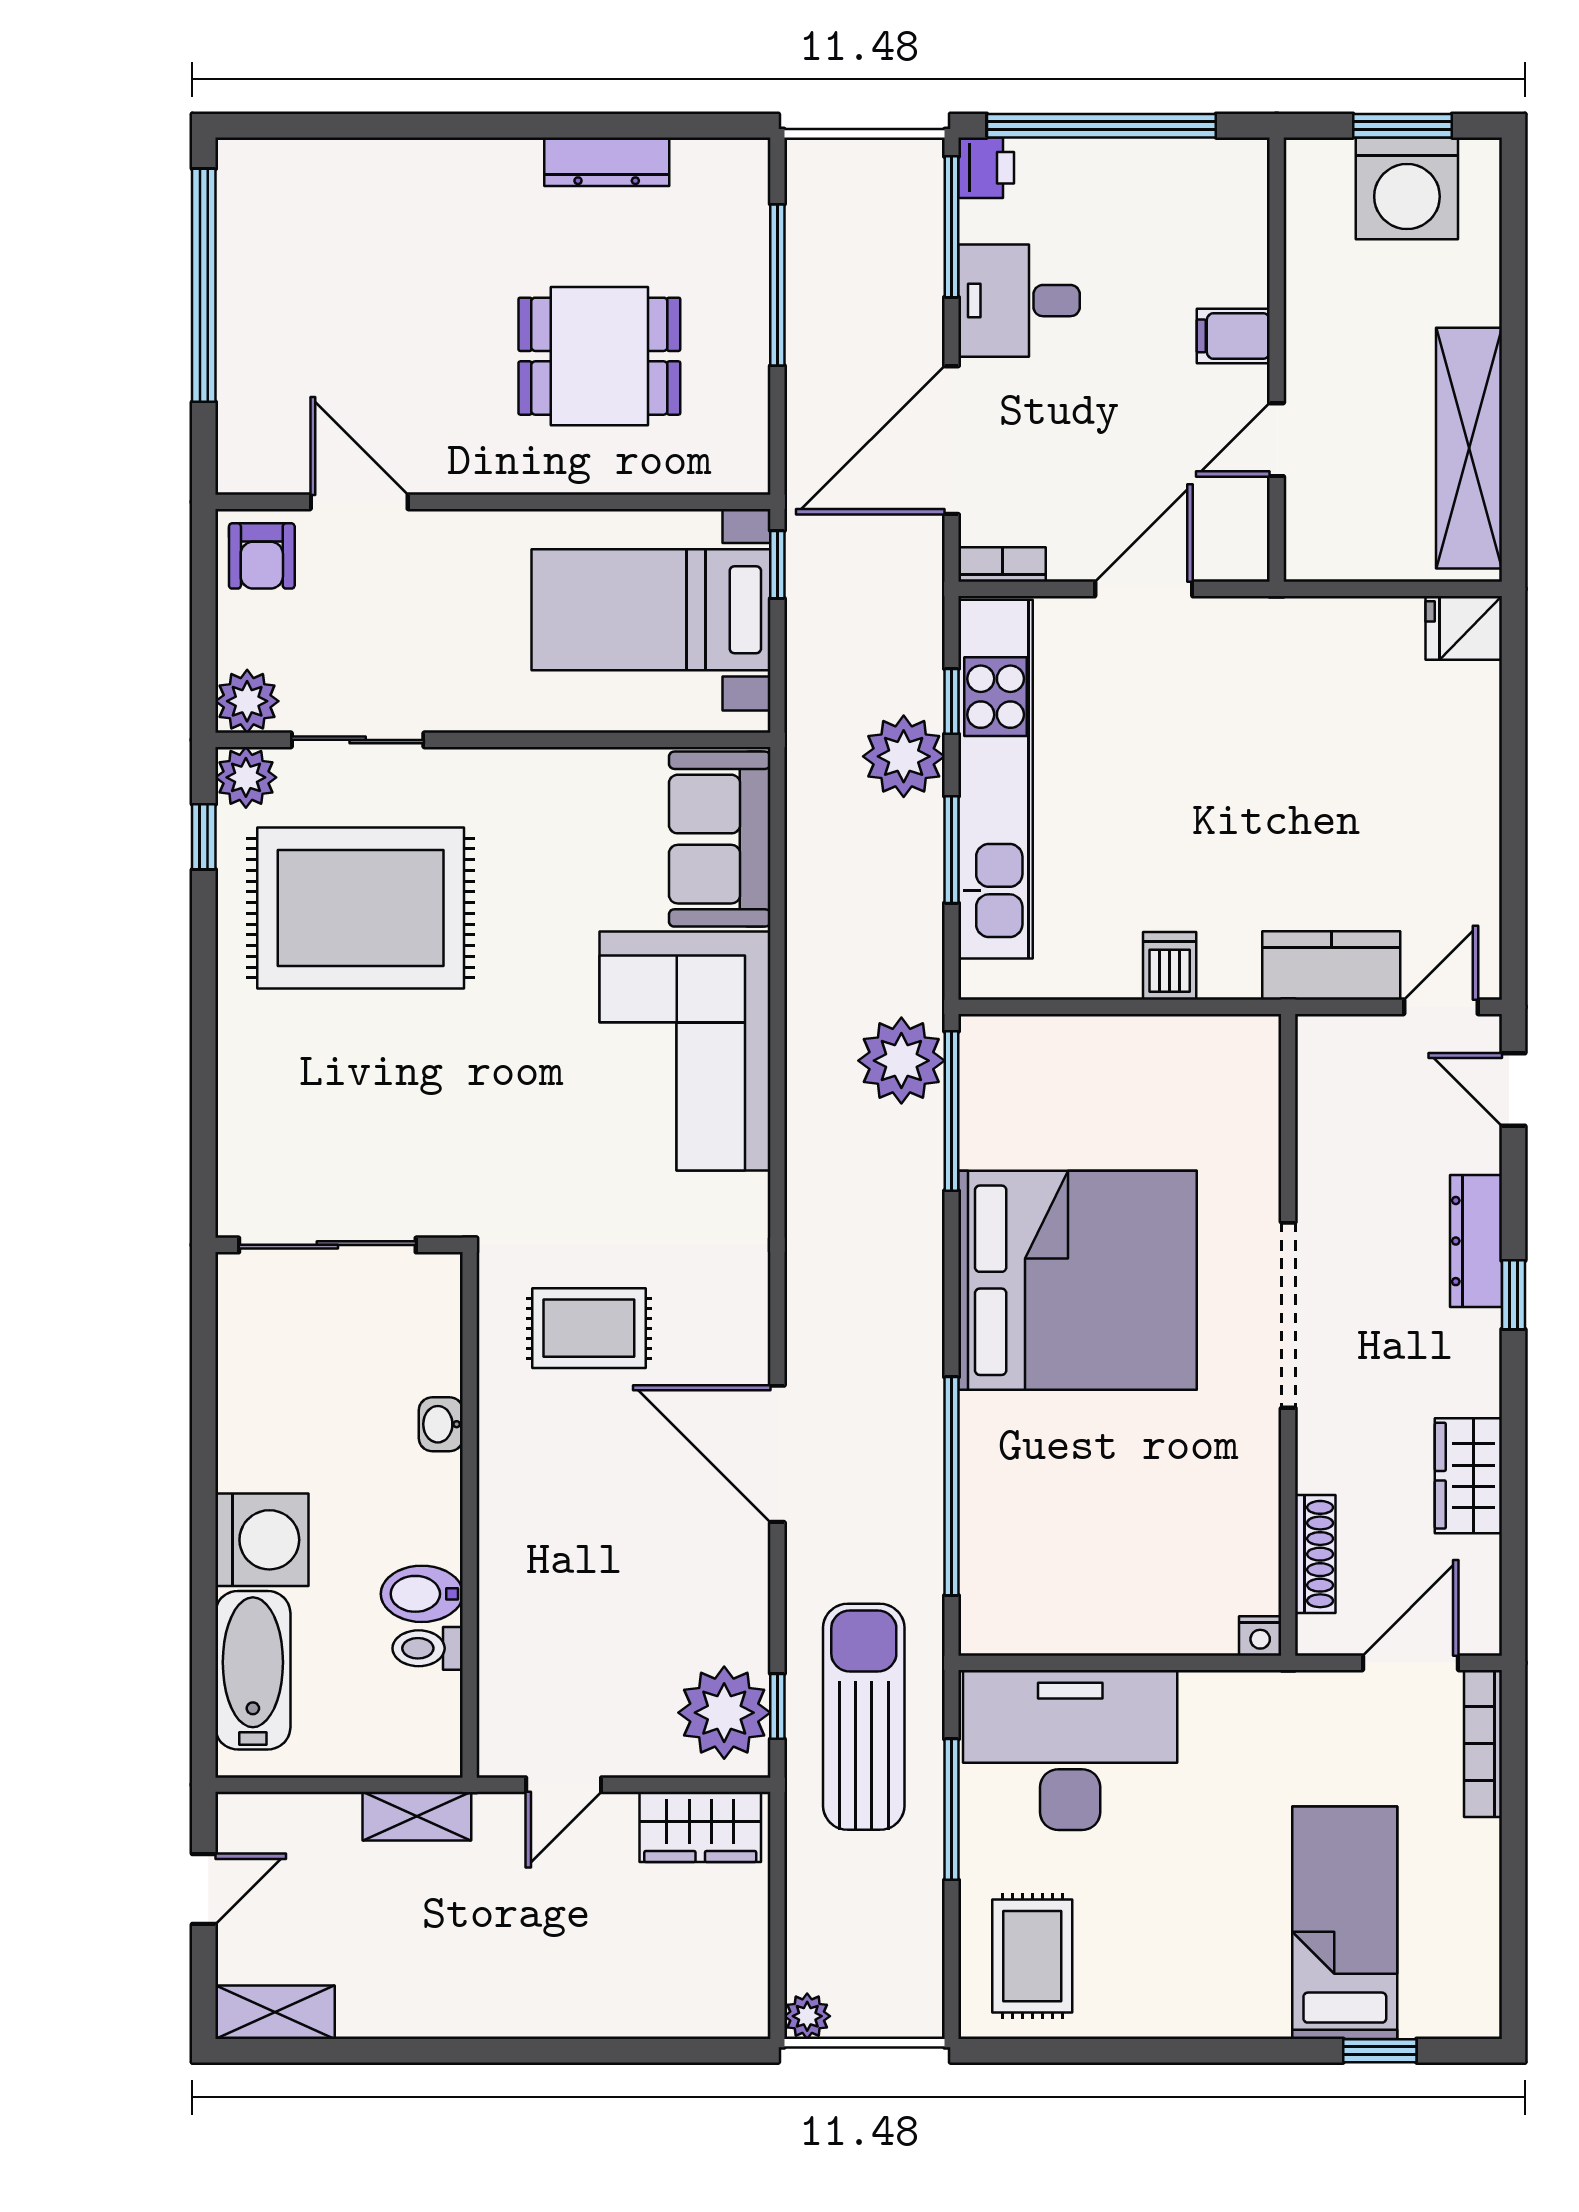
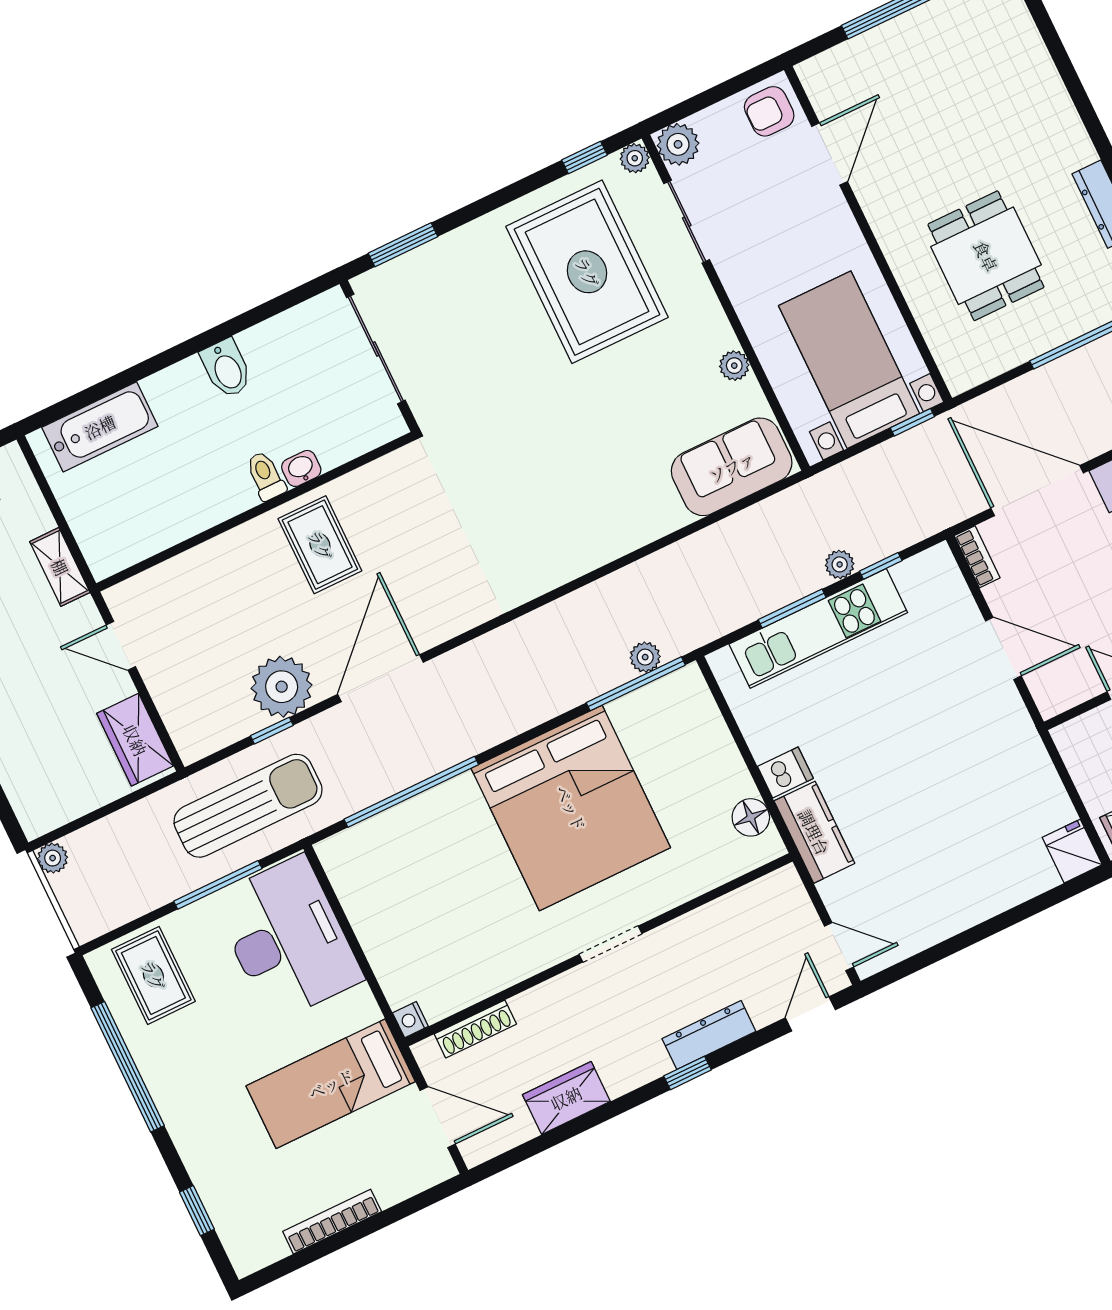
plant: (904, 756) -> (840, 564), width x0.53, depth x0.53
plant: (584, 769) -> (734, 366), added
plant: (246, 777) -> (635, 158), width x0.73, depth x0.73
kitchen unit: (996, 779) -> (818, 628), width x0.73
kitchen counter: (1331, 966) -> (814, 832), moved
floor lamp: (1208, 1042) -> (751, 817), added
corner sofa: (685, 1051) -> (595, 507), removed
plant: (901, 1061) -> (645, 657), width x0.53, depth x0.53
window: (204, 1140) -> (403, 245), added
doorway: (1288, 1315) -> (610, 944), width x0.53
rug: (589, 1328) -> (320, 545), moved
washing machine: (262, 1540) -> (181, 395), removed
bidet: (422, 1594) -> (226, 368), moved, turned 180
toilet: (428, 1648) -> (266, 476), moved
window: (777, 1706) -> (272, 731), moved
plant: (724, 1713) -> (282, 687), moved
bookcase: (1483, 1744) -> (332, 1222), moved
bed: (1345, 1923) -> (331, 1084), moved, turned 180
rug: (1032, 1956) -> (153, 975), turned 90
window: (1139, 2051) -> (128, 1067), added

